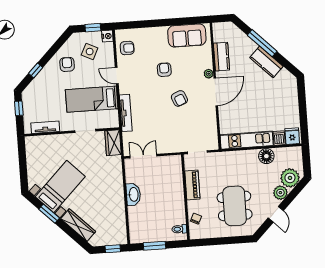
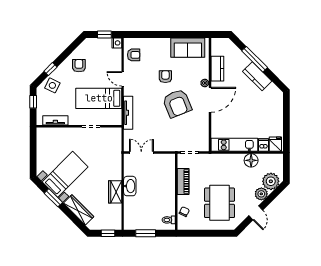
side table: (90, 52) -> (52, 85), moved
armchair: (179, 98) -> (177, 103), width x1.88, depth x1.88
wardrobe: (113, 143) -> (115, 192), moved

